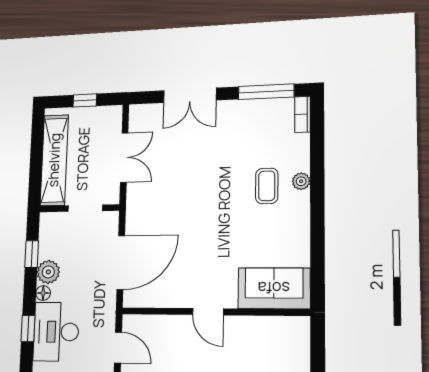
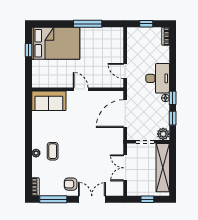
armchair: (231, 123) -> (71, 184), added
plant: (48, 272) -> (163, 134), moved
window: (28, 329) -> (173, 98), moved

